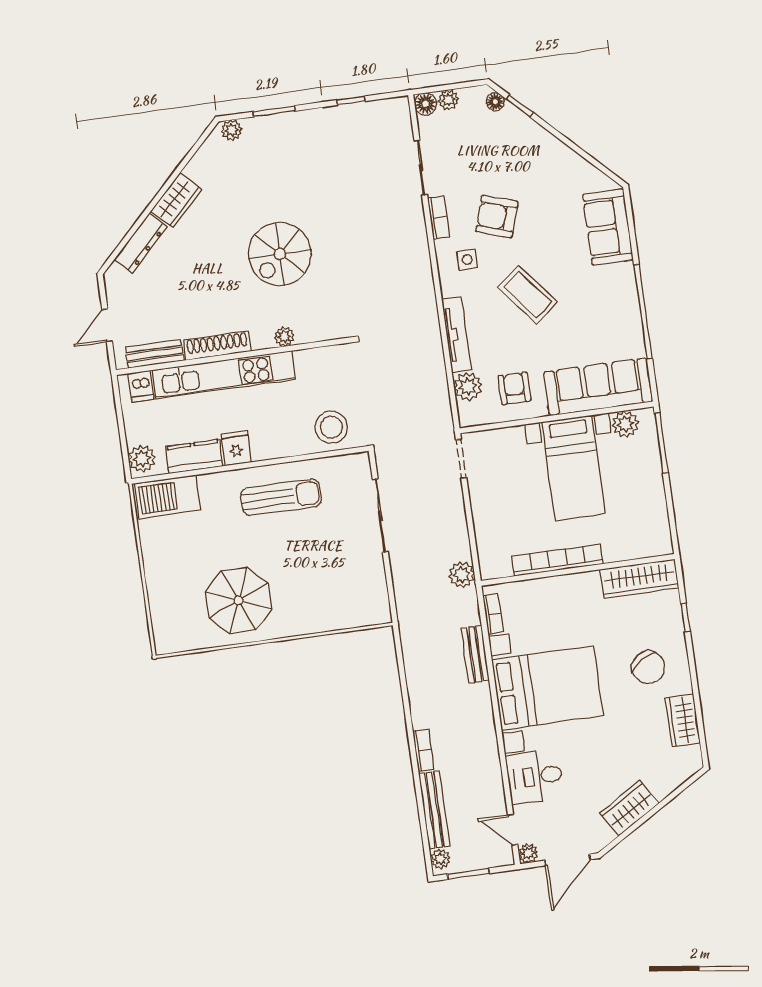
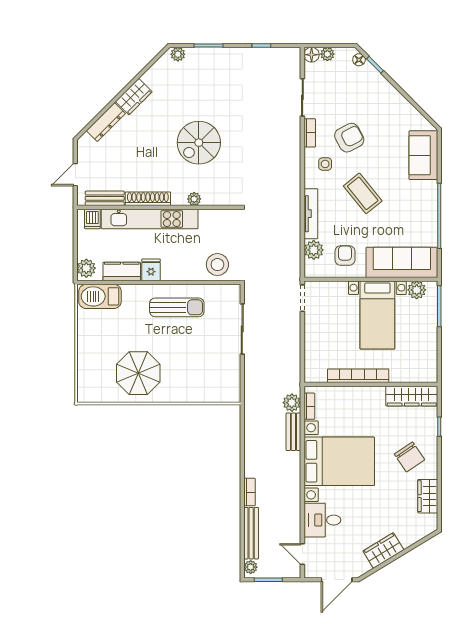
armchair: (497, 217) -> (349, 138), turned 134
plant: (462, 575) -> (292, 403), moved
plant: (528, 853) -> (311, 571), removed

